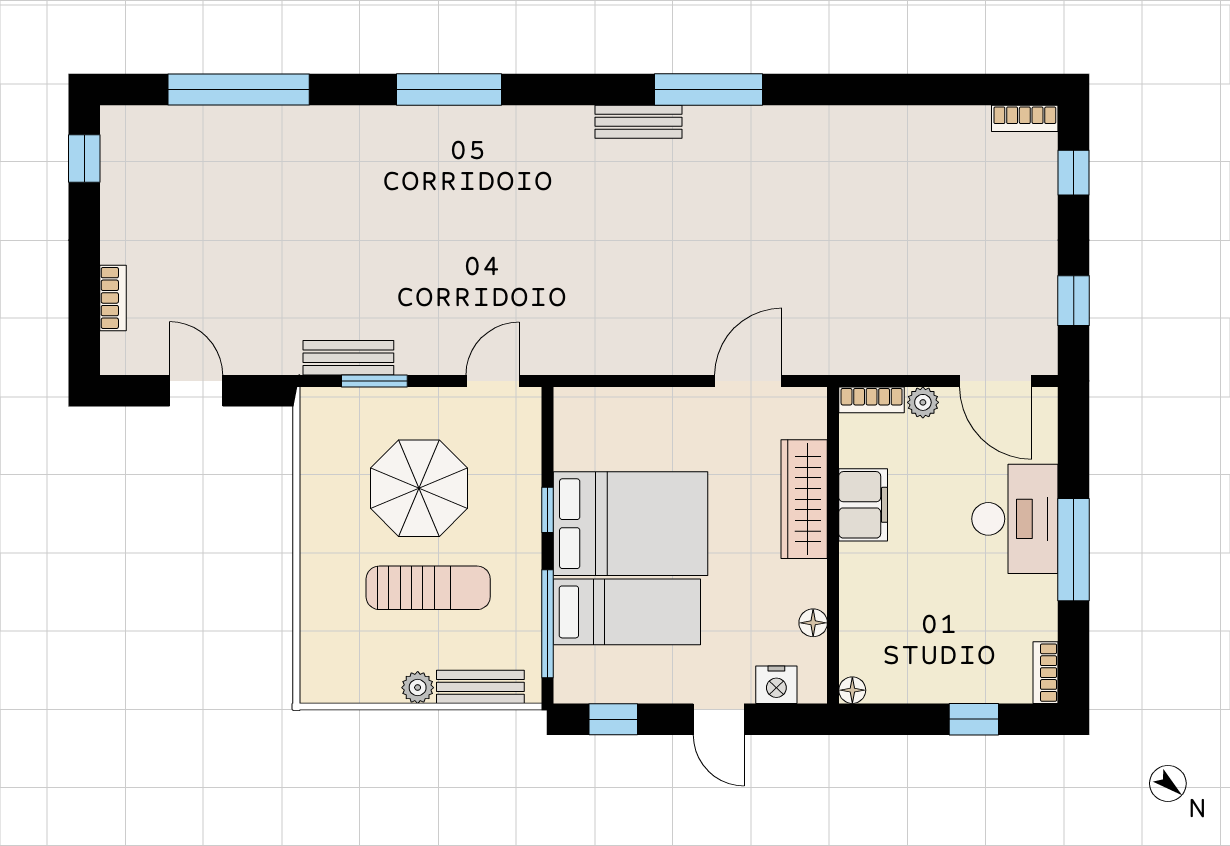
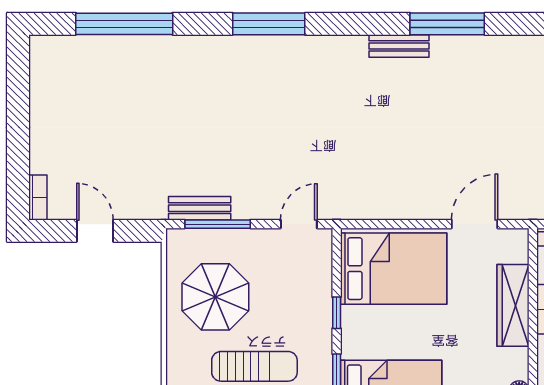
window: (84, 158) -> (18, 71), removed
bookcase: (113, 298) -> (38, 197), moved
window: (374, 381) -> (218, 224), width x1.44
parasol: (419, 488) -> (215, 297), moved
bed: (631, 524) -> (394, 269), moved

